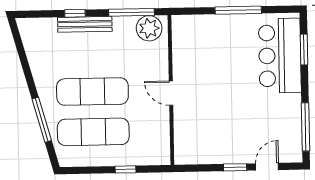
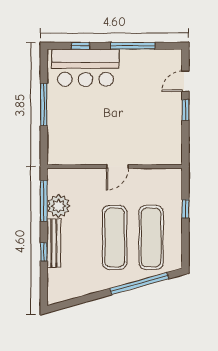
plant: (149, 28) -> (59, 206), moved
window: (304, 50) -> (80, 46), width x0.67
window: (42, 120) -> (139, 284), width x1.46
window: (305, 127) -> (133, 46), moved
door: (267, 167) -> (185, 81), hinge flipped

